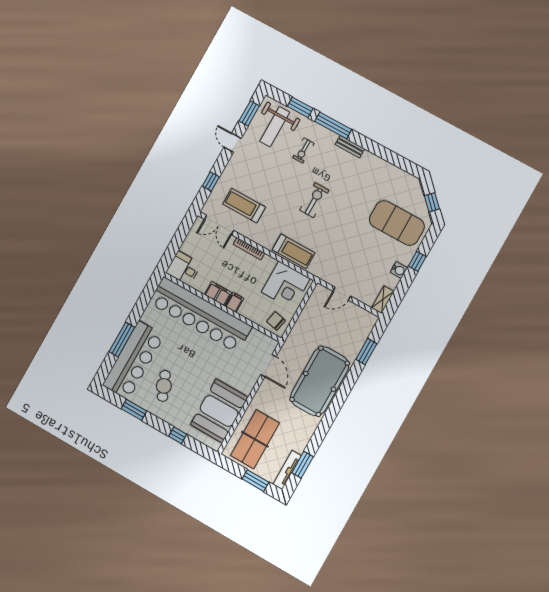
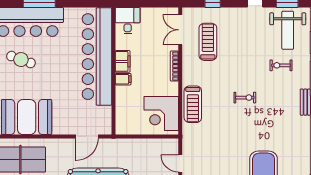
weight bench: (275, 127) -> (288, 30), turned -90
exercise bike: (314, 200) -> (245, 98), width x0.73, depth x0.72
chair: (276, 321) -> (127, 122), removed
cafe table: (164, 386) -> (21, 60), turned 43

